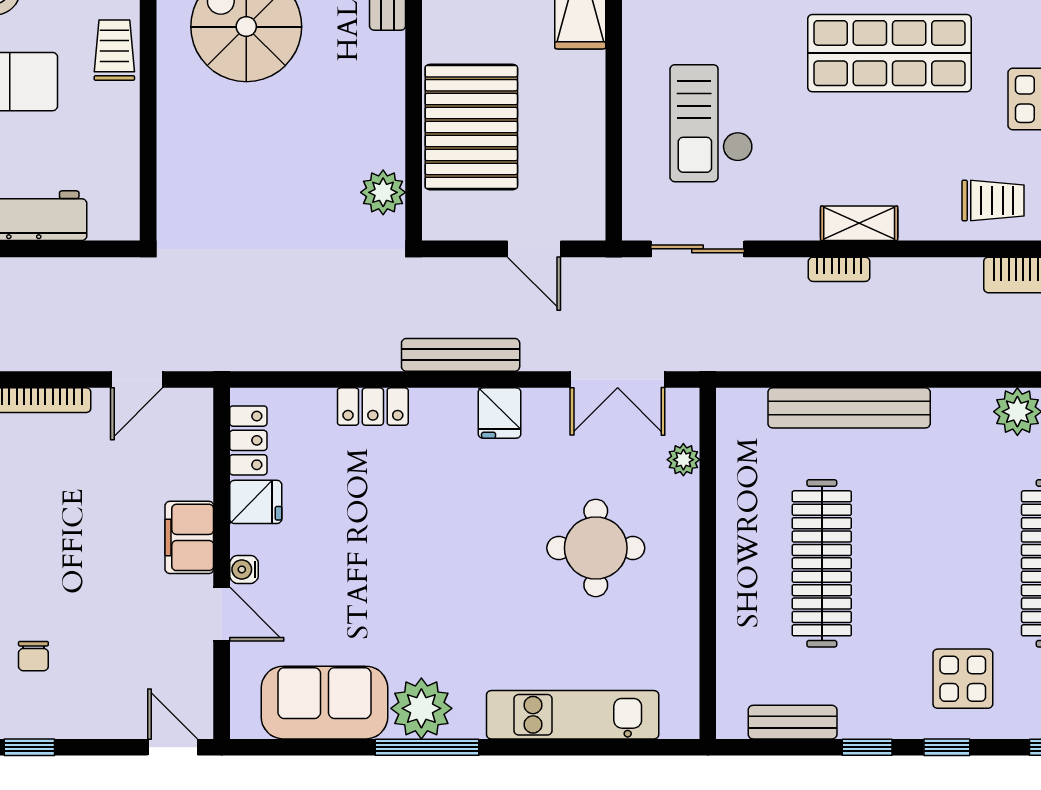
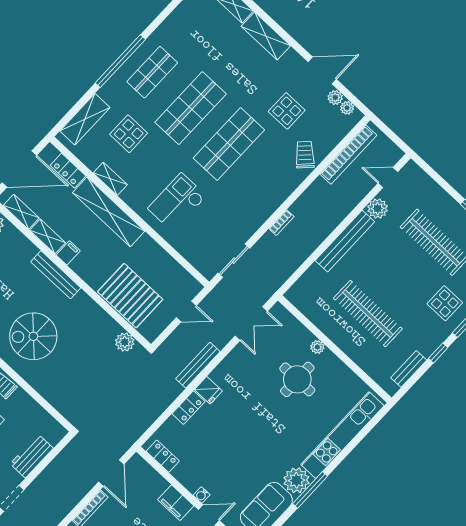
checkout: (711, 123) -> (177, 202), moved, turned 90
trolley: (993, 201) -> (305, 155), turned -46
shelving: (859, 223) -> (273, 203), removed
door: (137, 380) -> (111, 473), width x1.38
bench: (849, 408) -> (345, 241), moved
fridge: (500, 413) -> (208, 390), moved
plant: (683, 460) -> (317, 347), moved
fridge: (256, 502) -> (184, 472), removed
kitchen unit: (573, 715) -> (342, 435), width x1.36

